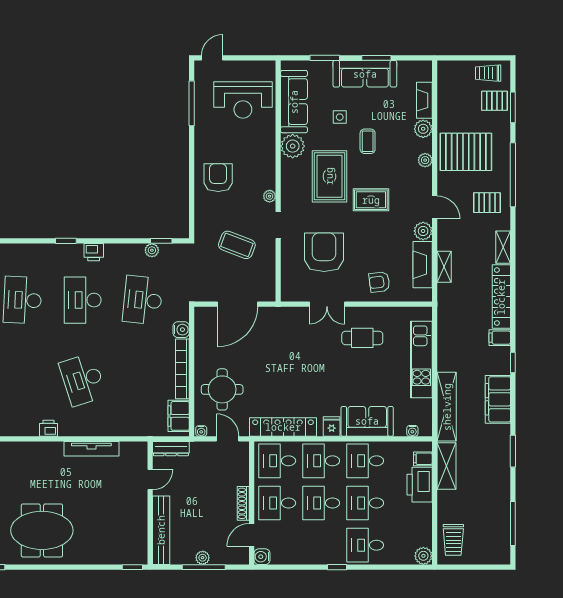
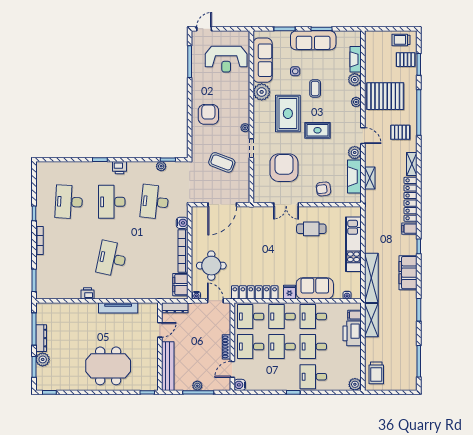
desk: (83, 380) -> (112, 259), turned 30
meeting table: (42, 530) -> (108, 366), moved

